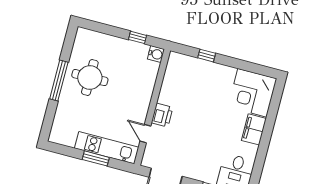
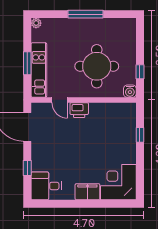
round table: (90, 78) -> (97, 66), moved, width x1.36, depth x1.36
door: (145, 134) -> (60, 100), swing flipped
plant: (54, 137) -> (36, 23), added

